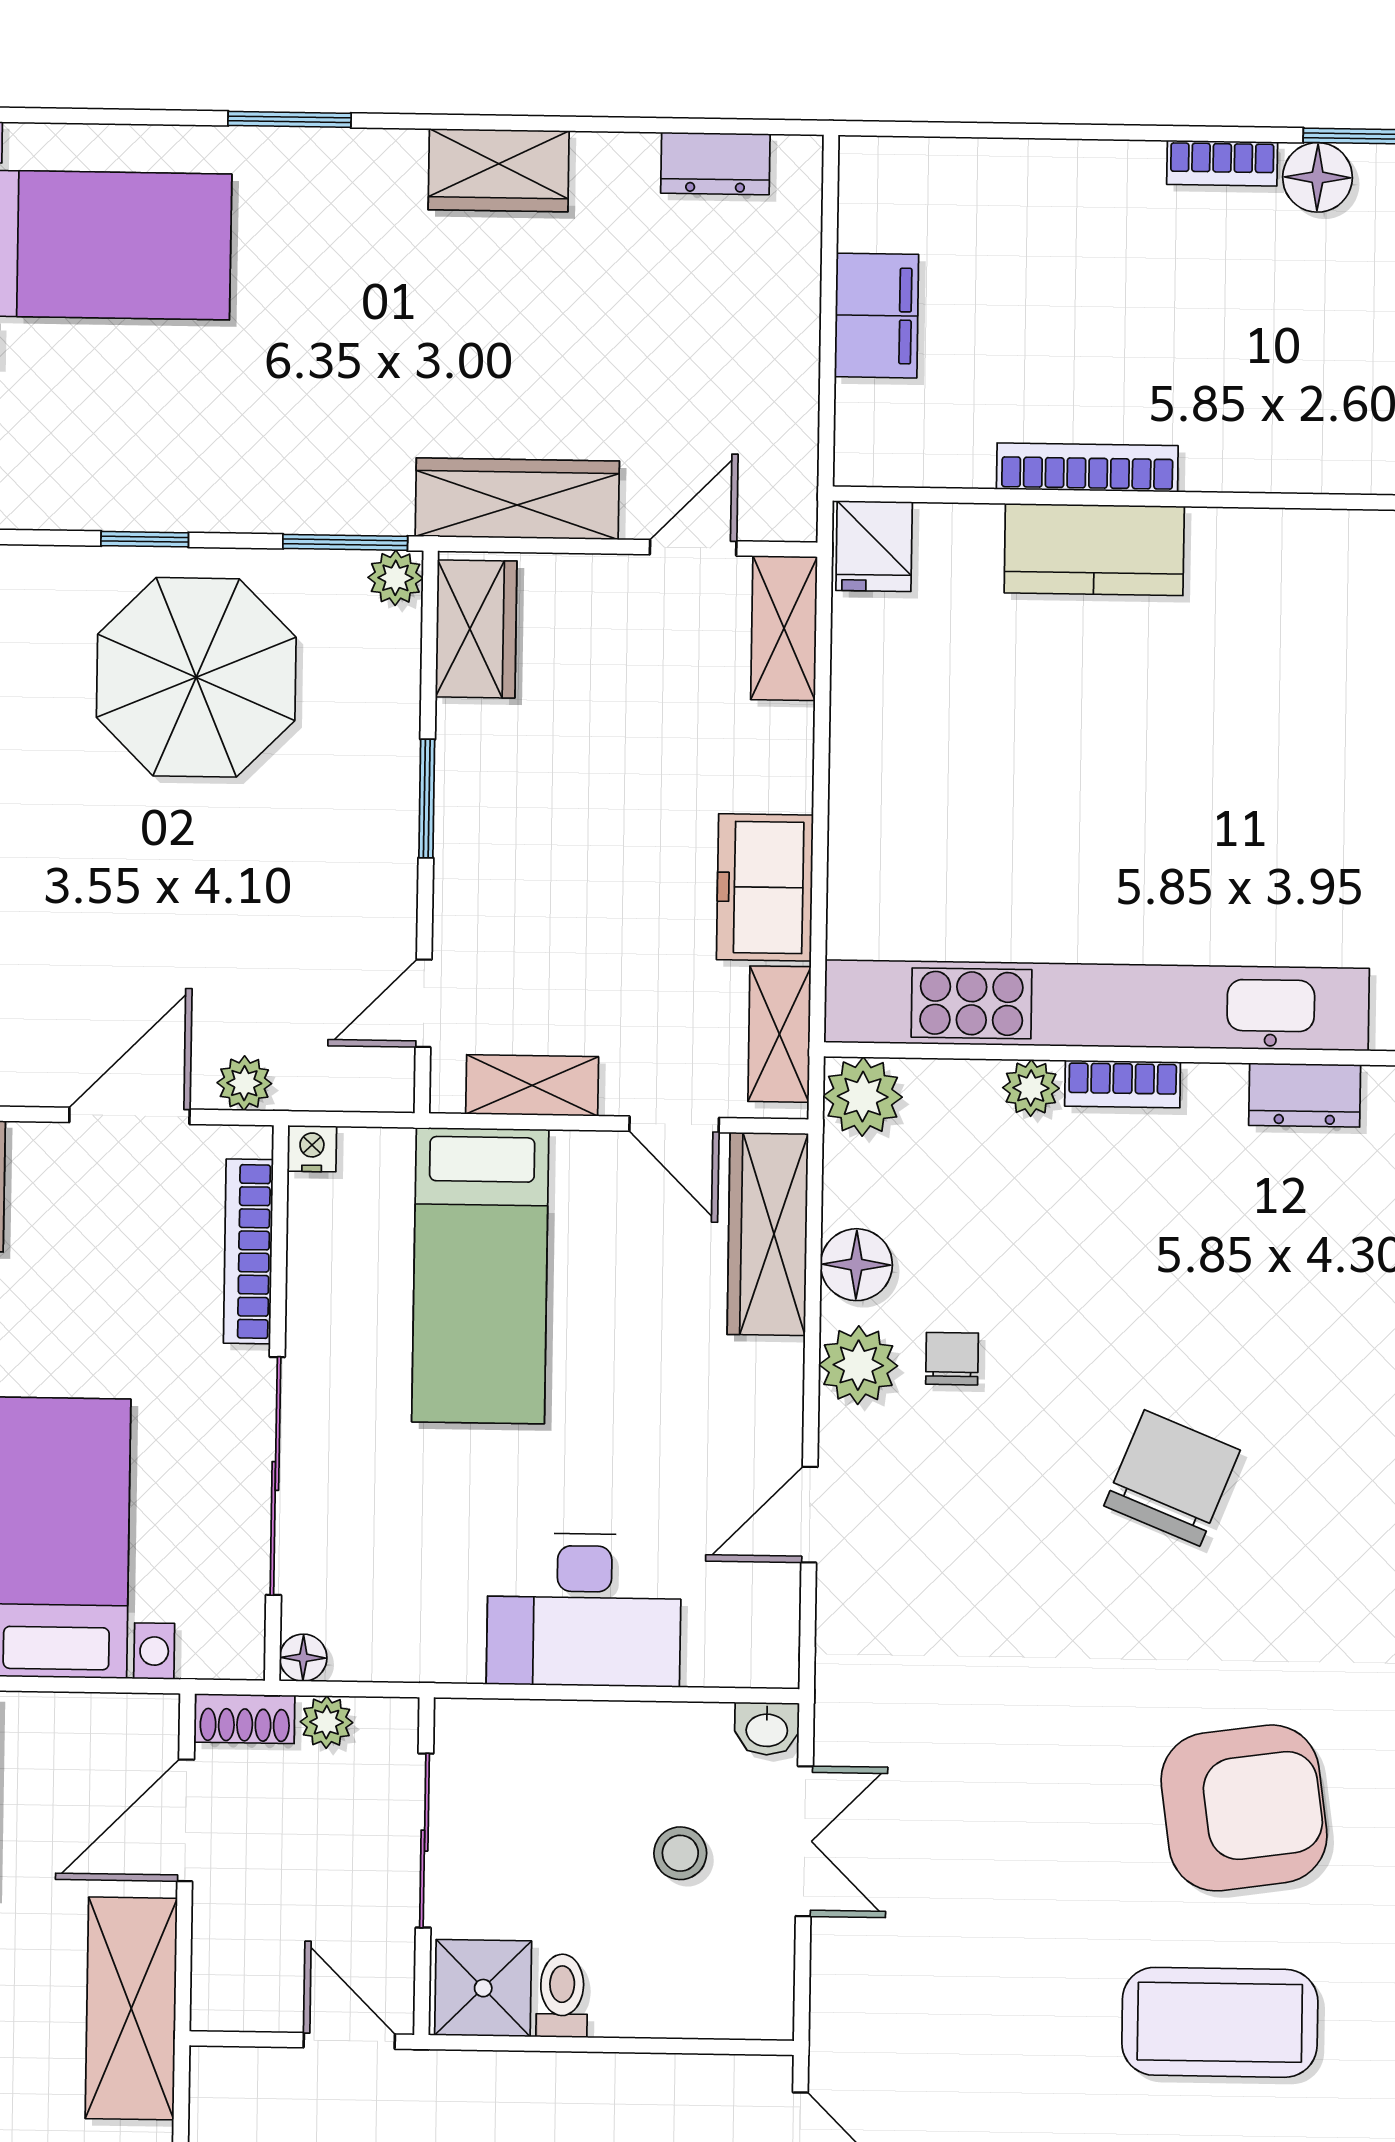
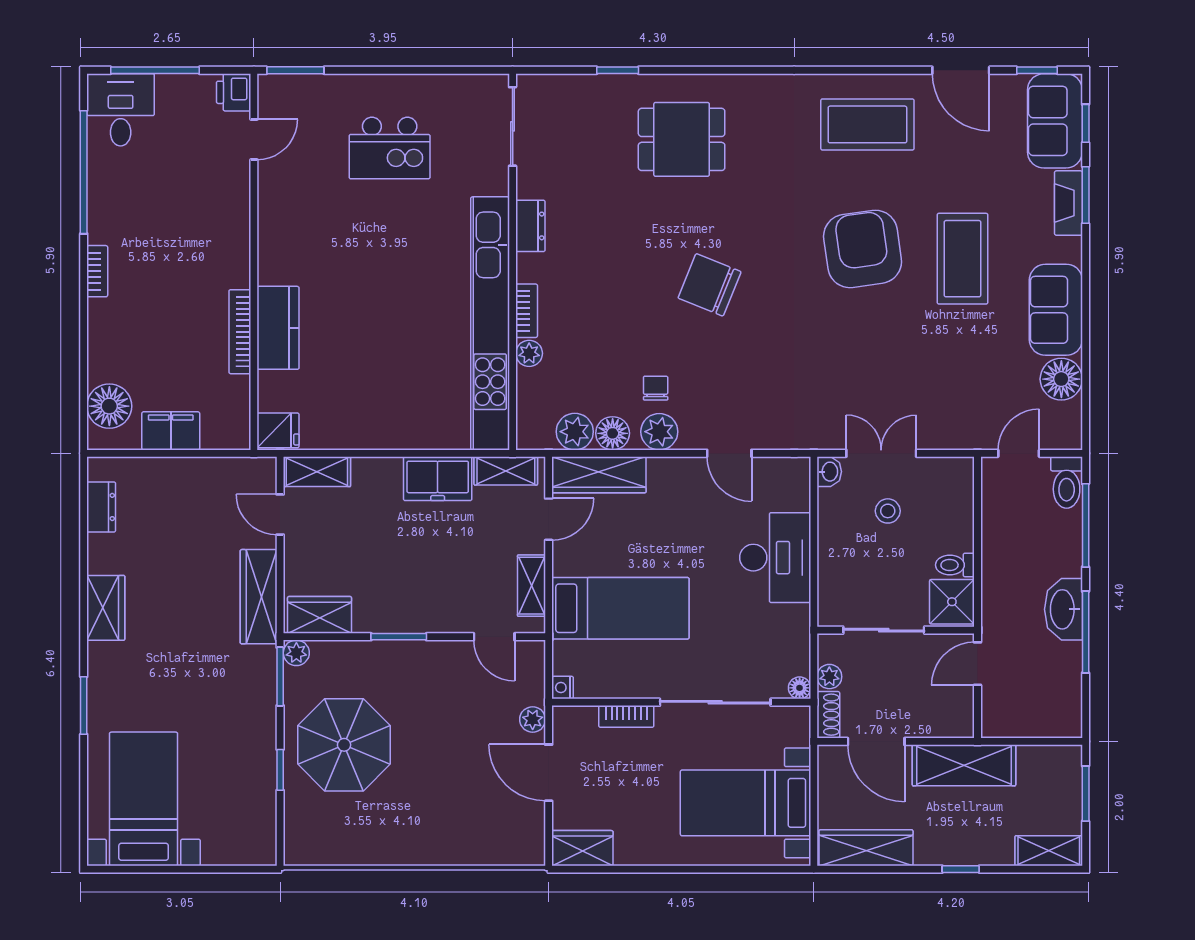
floor lamp: (1318, 177) -> (109, 406), moved, width x1.38, depth x1.38
plant: (863, 1097) -> (575, 432), moved
bookcase: (248, 1251) -> (626, 716), width x0.64
chair: (952, 1359) -> (656, 388), turned 90

